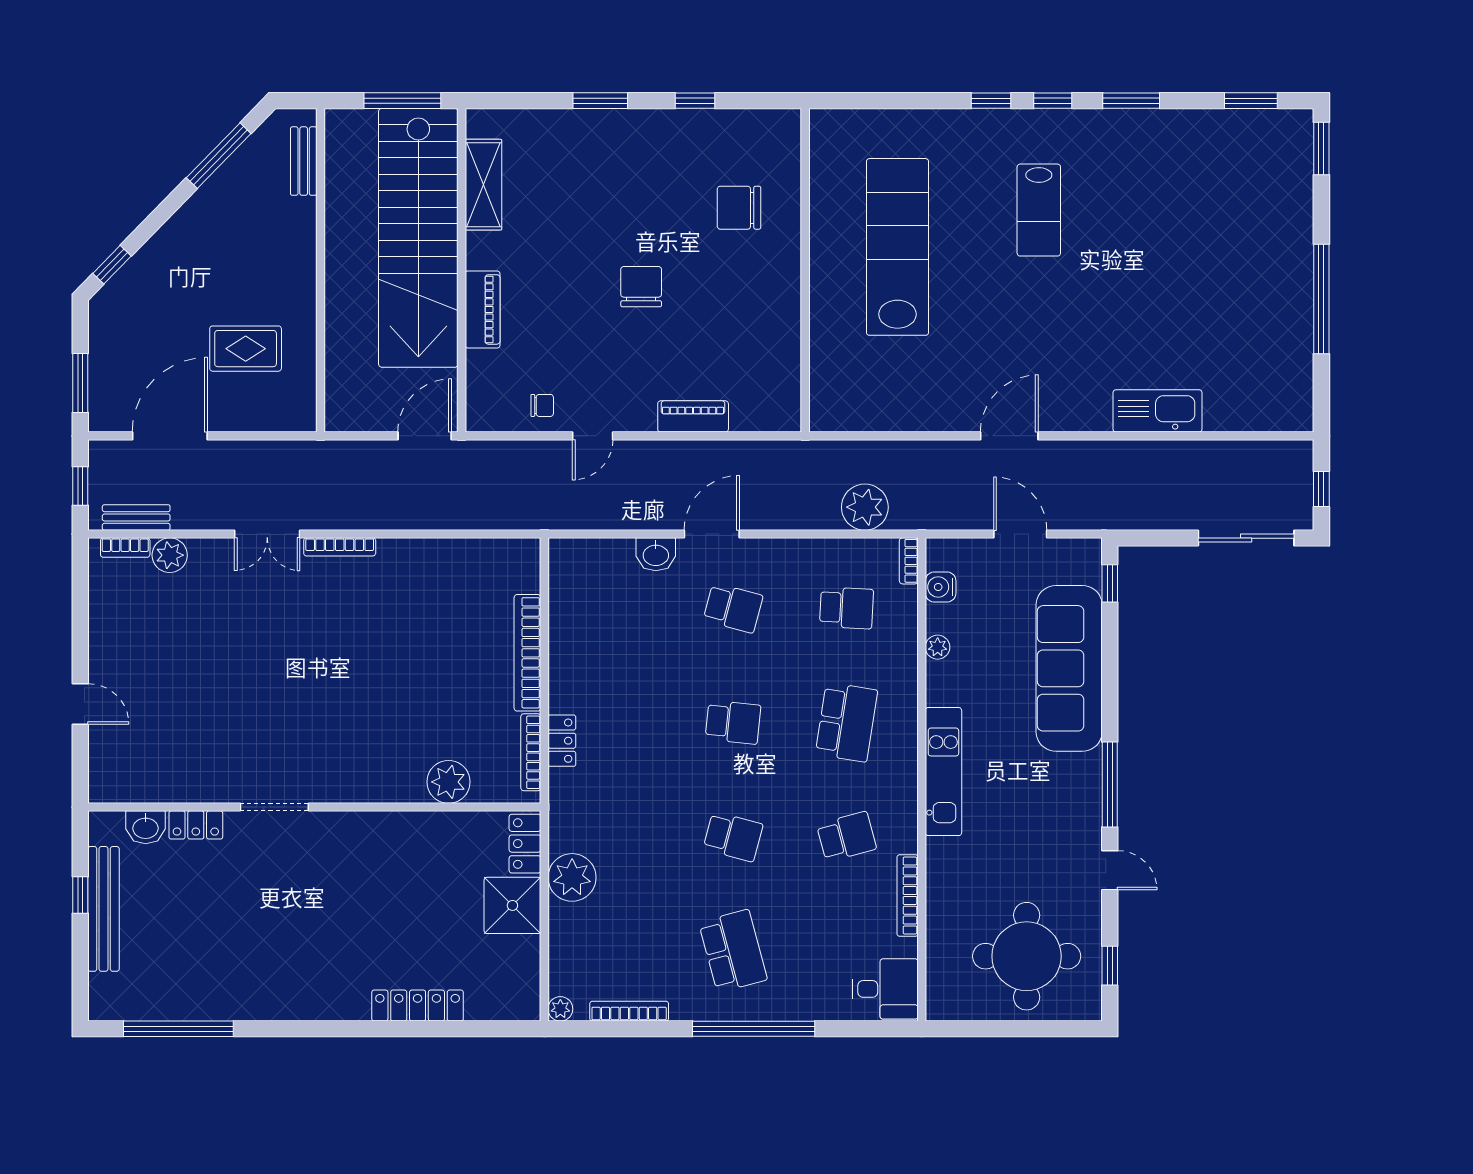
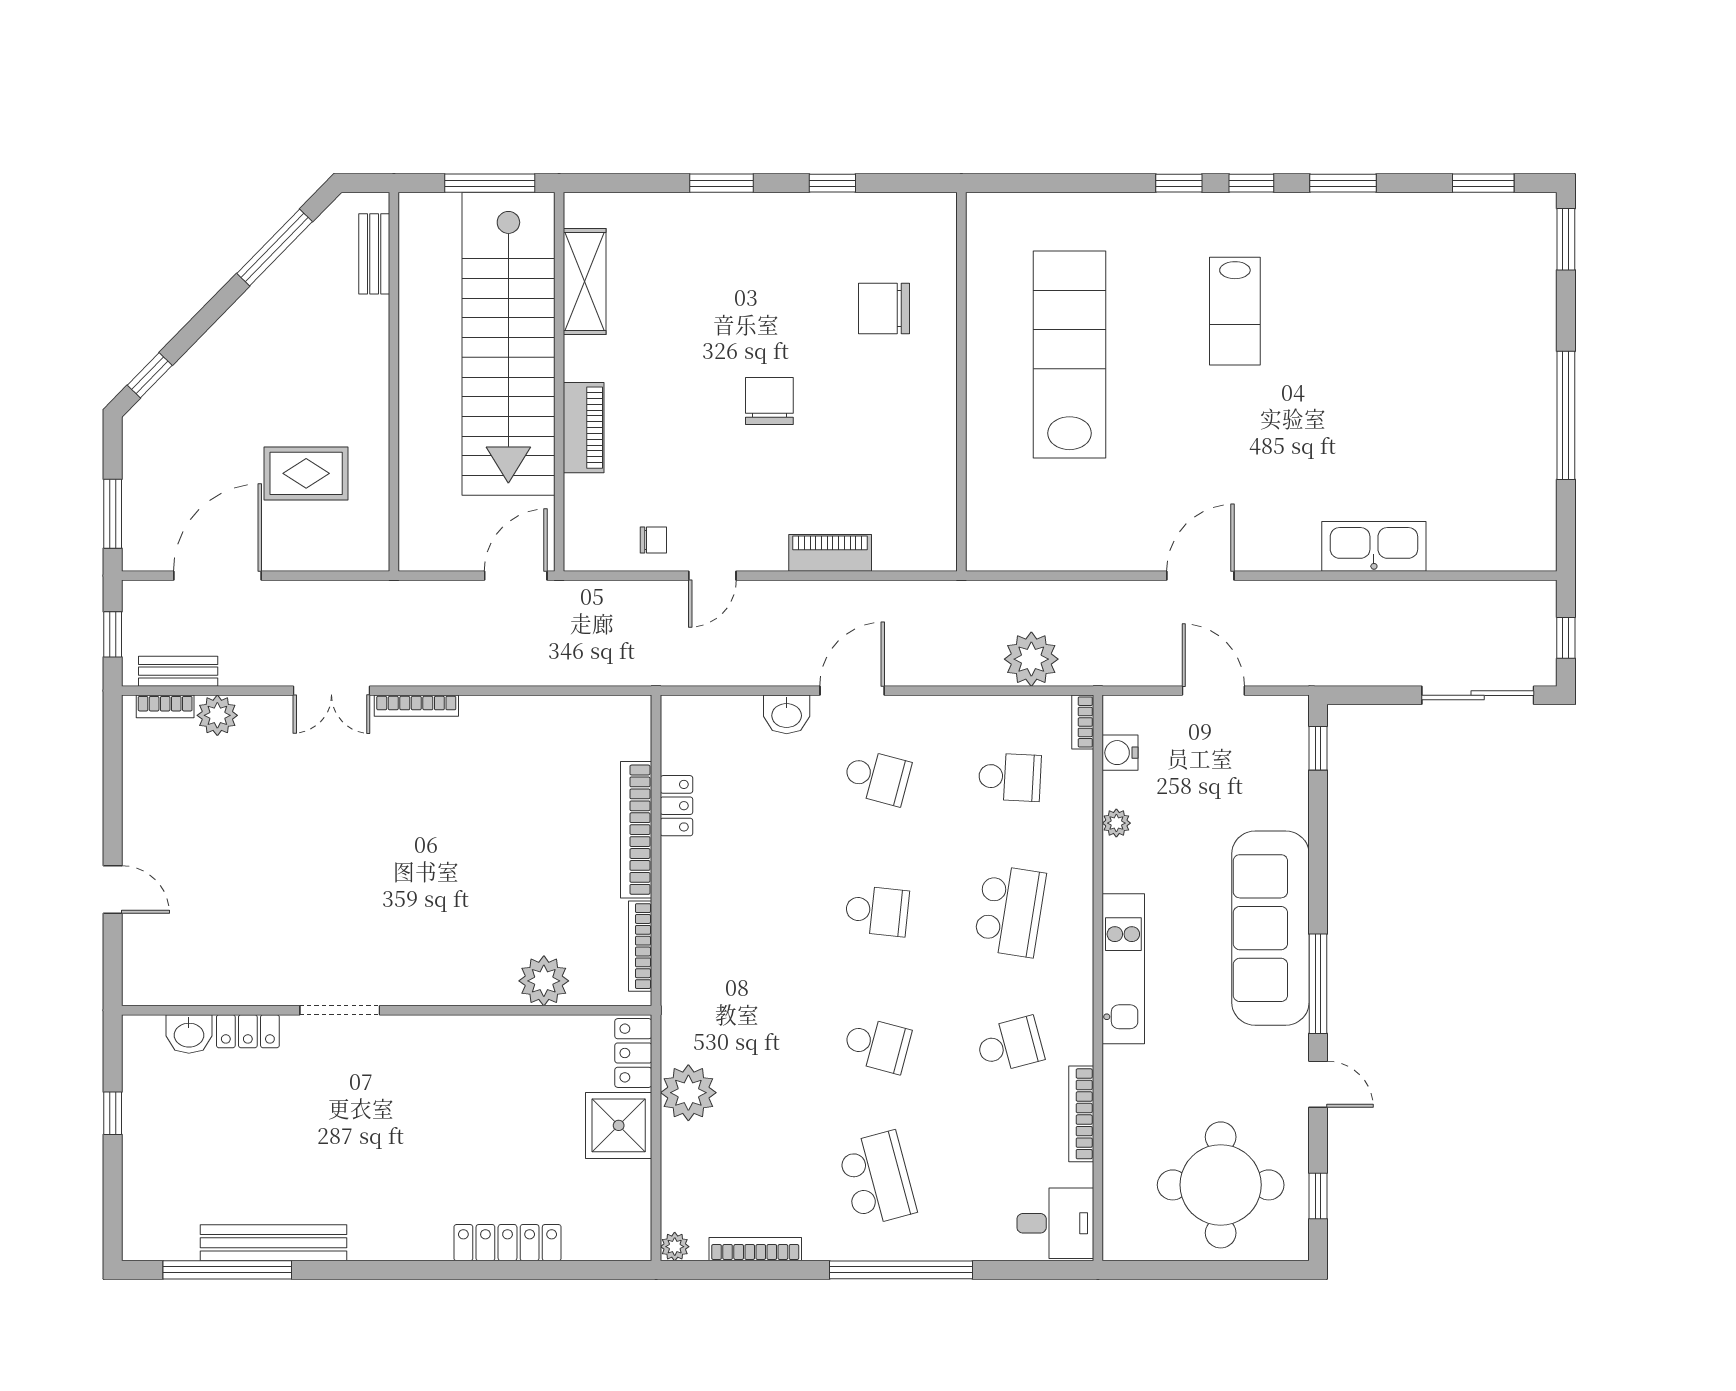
sofa: (1069, 668) -> (1270, 928), moved
locker: (562, 741) -> (676, 806), moved
bench: (104, 909) -> (274, 1243), moved, turned 90

